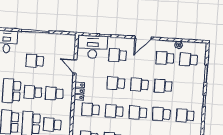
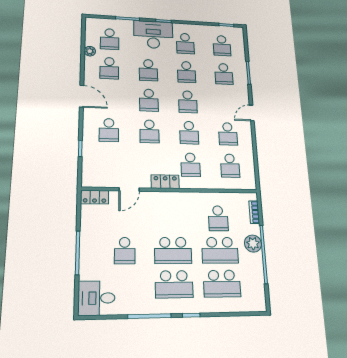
locker: (71, 43) -> (95, 197), added
desk: (93, 47) -> (153, 35), moved, turned 90
school desk: (33, 92) -> (173, 250), width x1.85
school desk: (54, 93) -> (172, 218), removed

